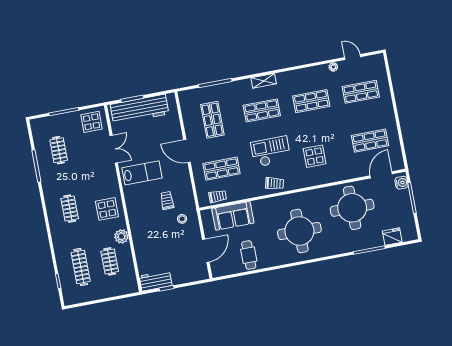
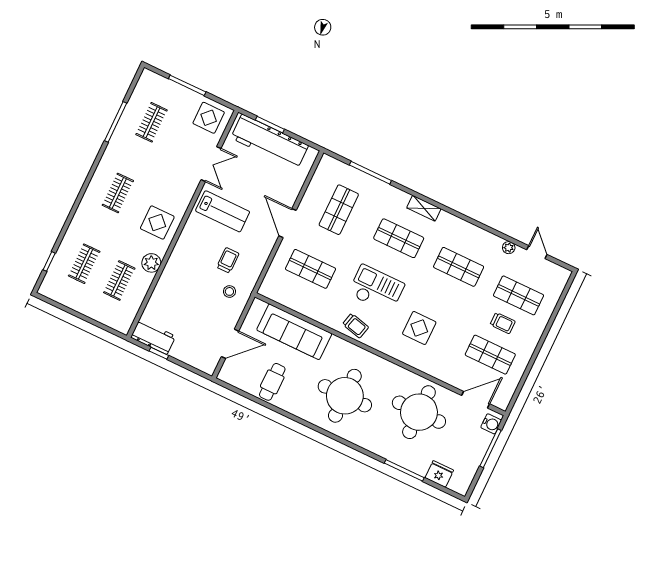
trolley: (218, 196) -> (503, 323), moved
sofa: (233, 216) -> (294, 332), width x1.36
clothes rail: (81, 267) -> (84, 264), width x0.73

